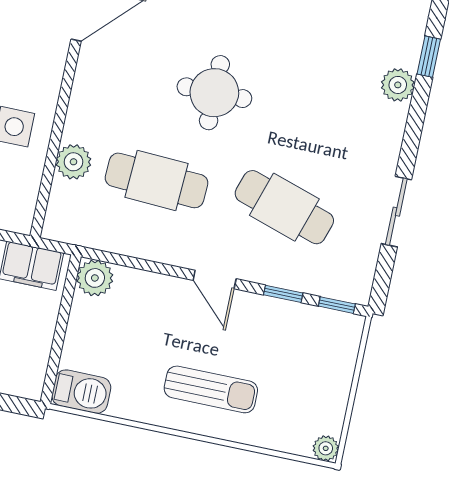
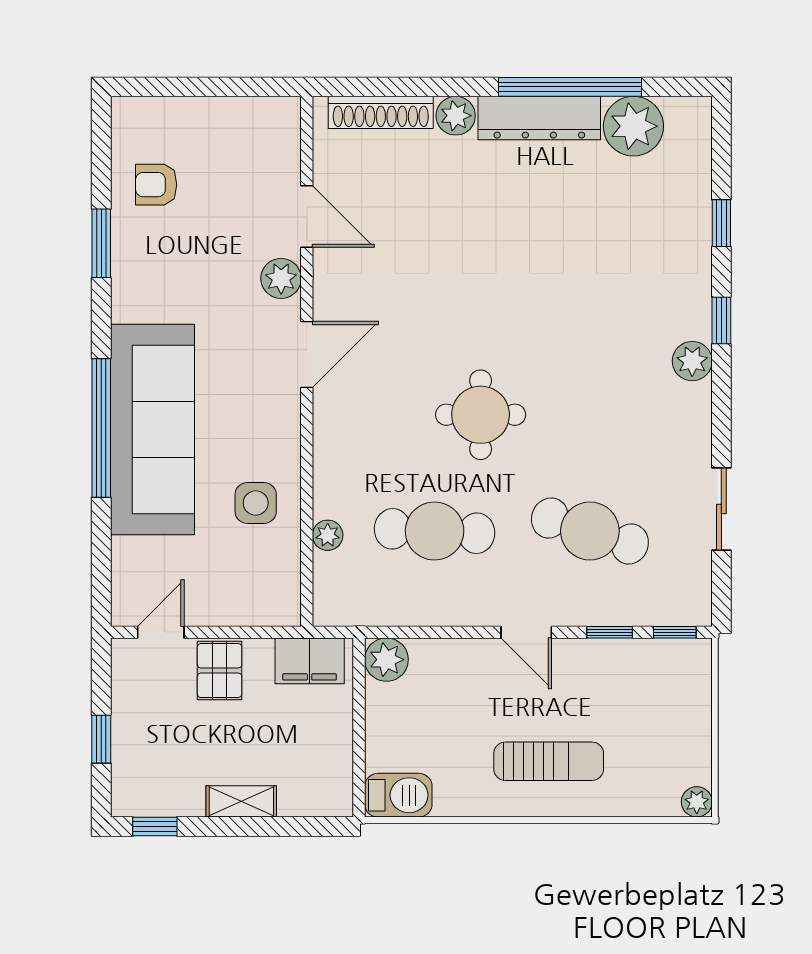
plant: (74, 162) -> (328, 535), width x0.73, depth x0.73

